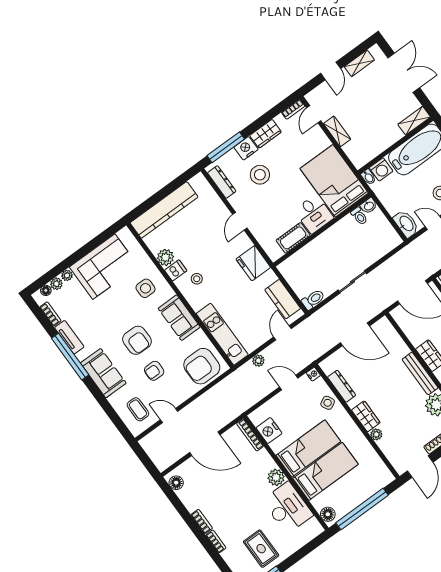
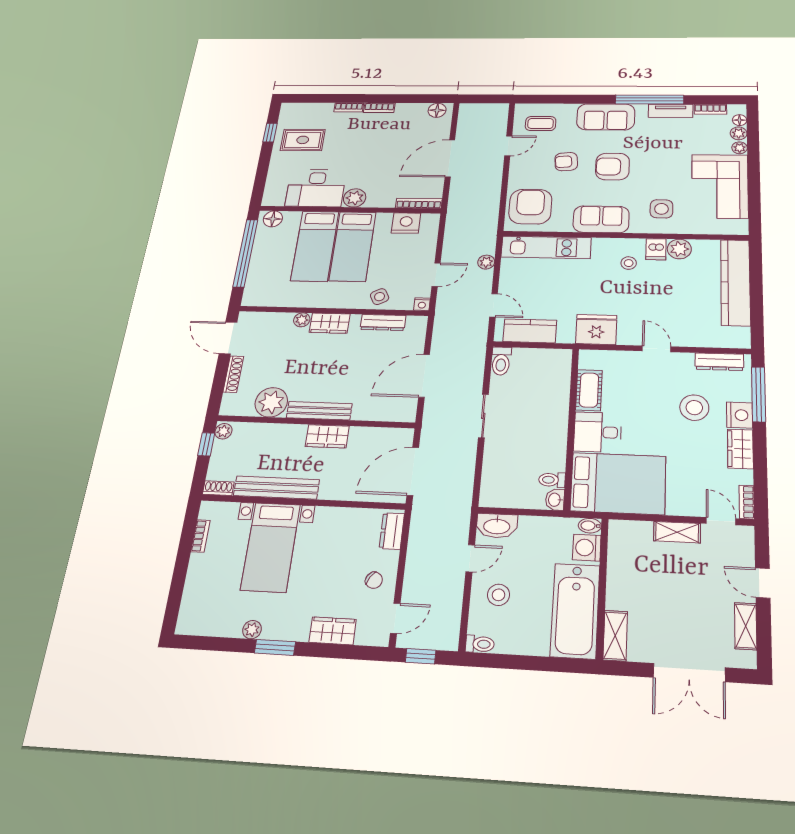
armchair: (154, 371) -> (566, 162), turned -95

